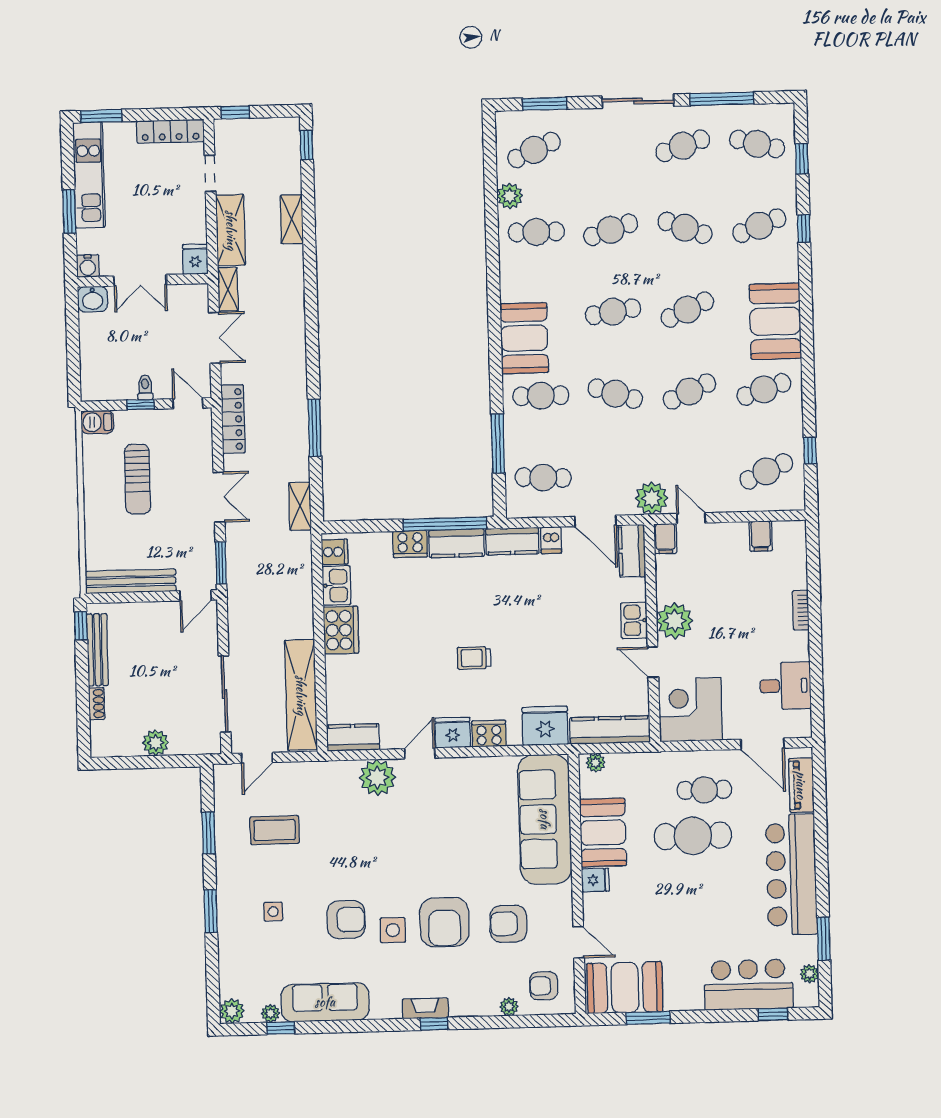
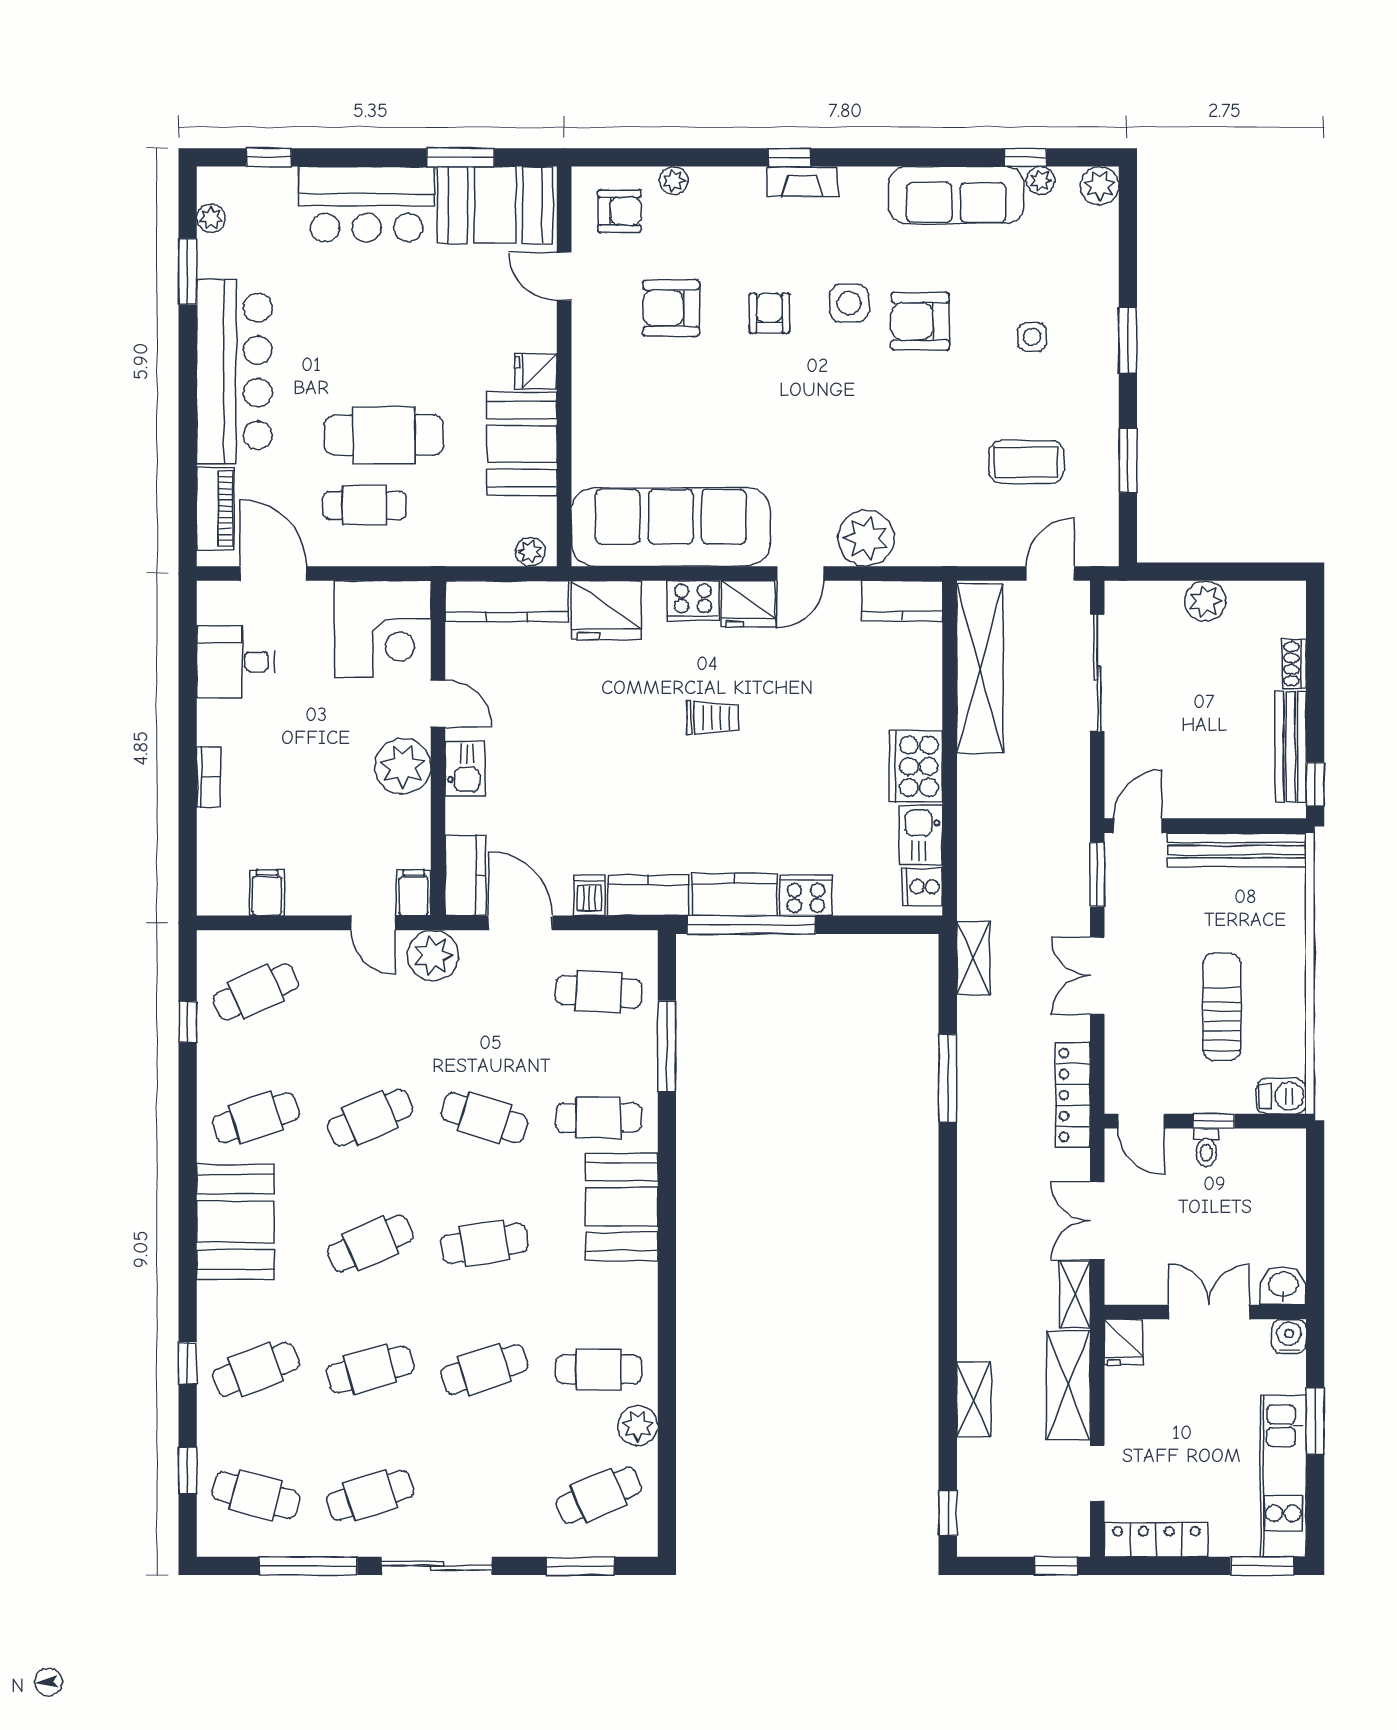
cafe table: (685, 228) -> (370, 1369), turned -36
sofa: (545, 819) -> (671, 527), moved, turned -90
armchair: (444, 922) -> (769, 313), width x0.53, depth x0.53
armchair: (508, 924) -> (671, 308), turned 180
bar counter: (748, 985) -> (367, 204), moved

